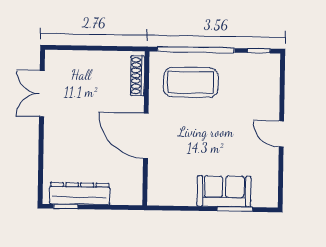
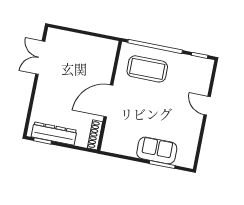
shoe rack: (138, 76) -> (95, 135), moved
door: (281, 134) -> (207, 106), moved
door: (146, 136) -> (108, 101), hinge flipped

